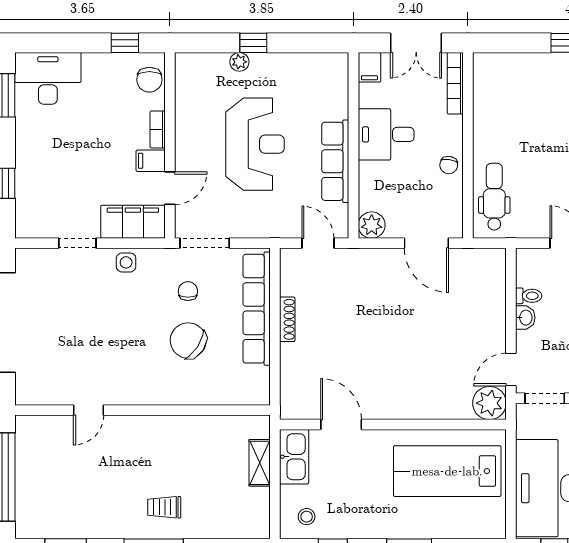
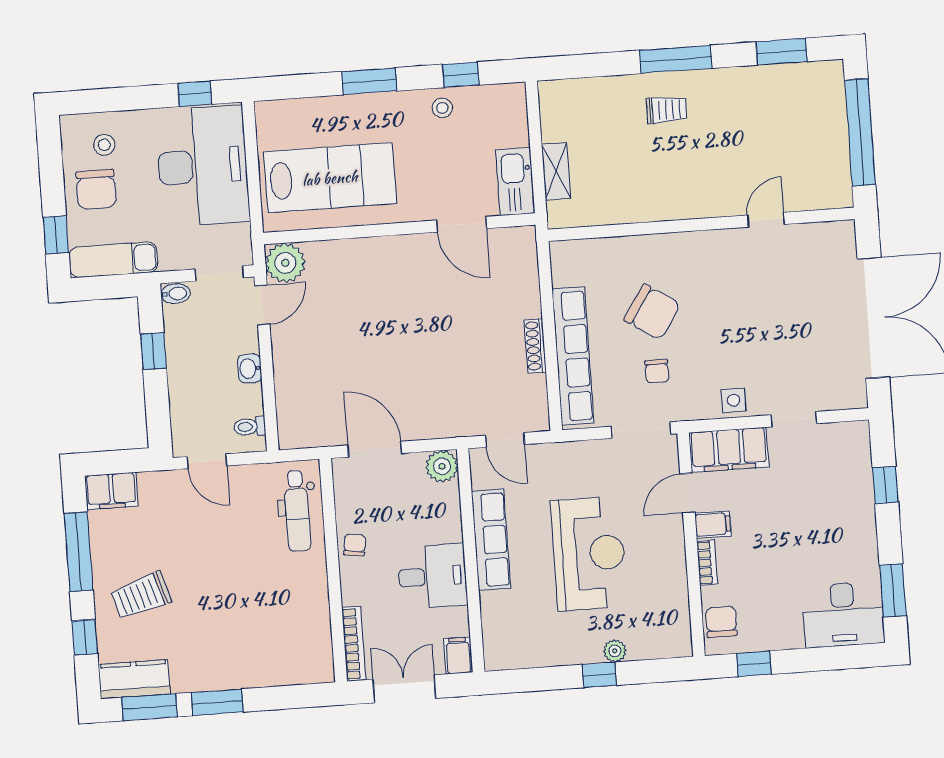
reception desk: (255, 144) -> (589, 553), turned 180
toilet: (529, 296) -> (250, 427), moved
stool: (307, 517) -> (442, 108), moved

